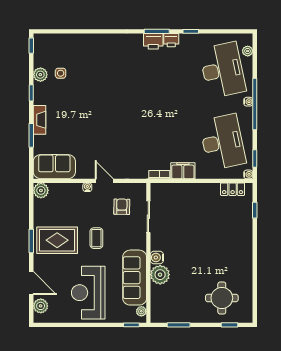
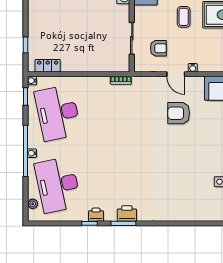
printer: (171, 40) -> (96, 215), moved
armchair: (101, 142) -> (179, 113), added
filing cabinet: (183, 171) -> (97, 84), removed
armchair: (122, 207) -> (158, 48), turned -91

